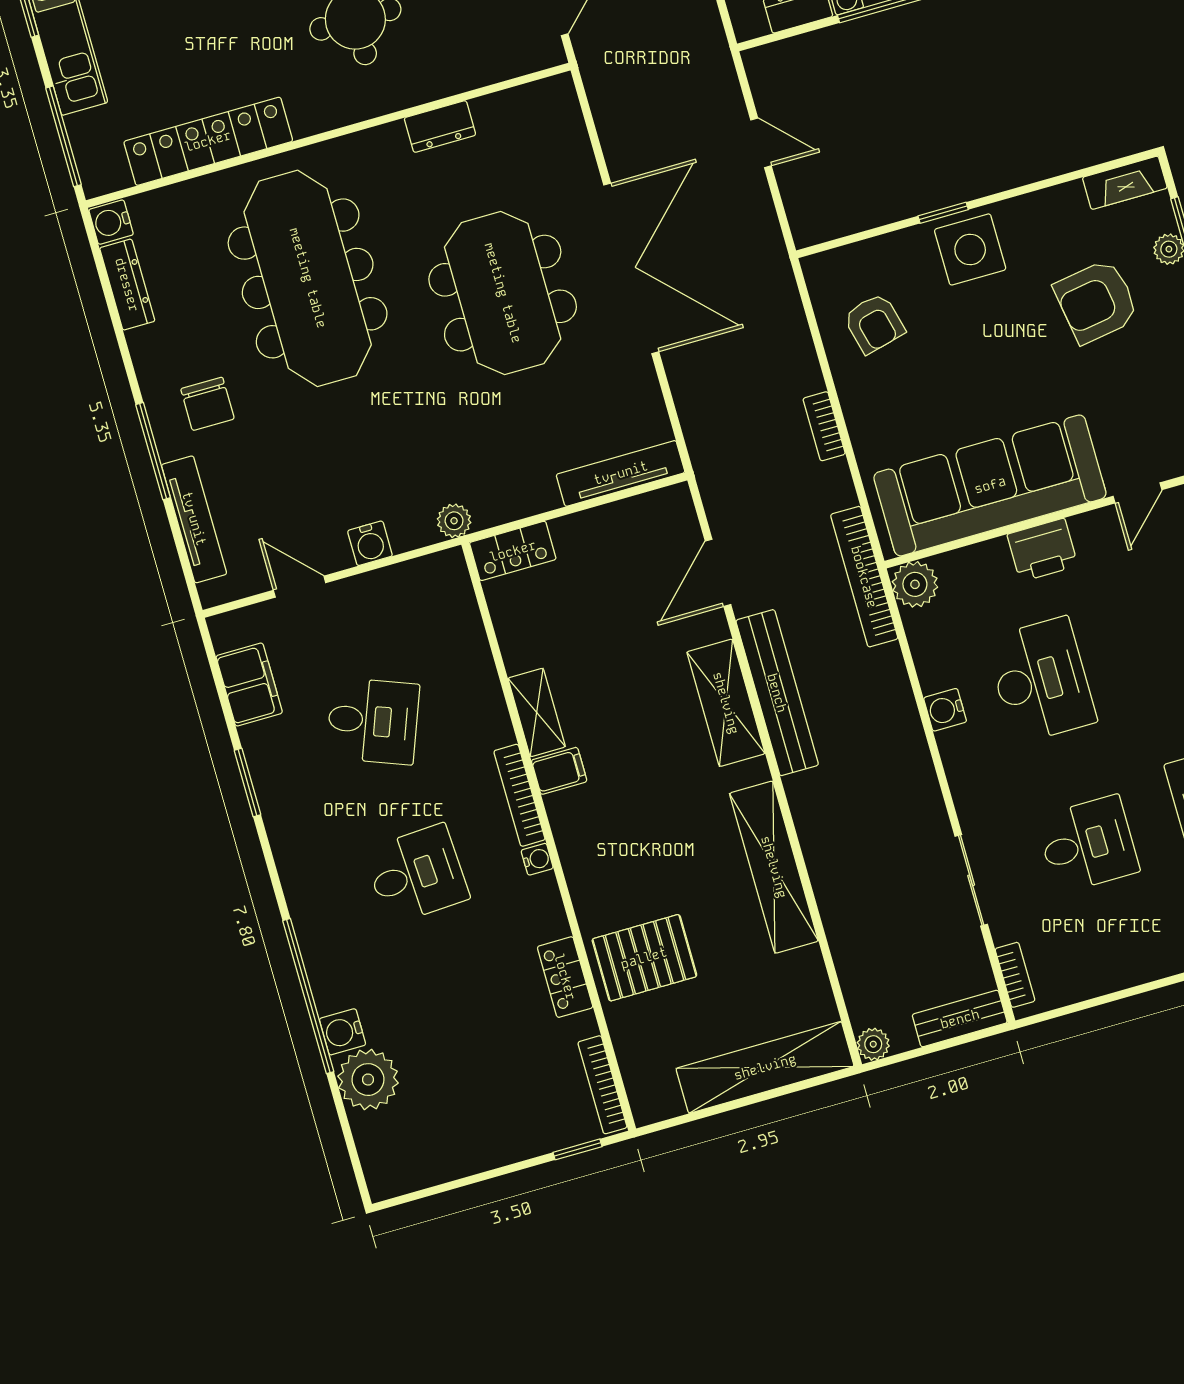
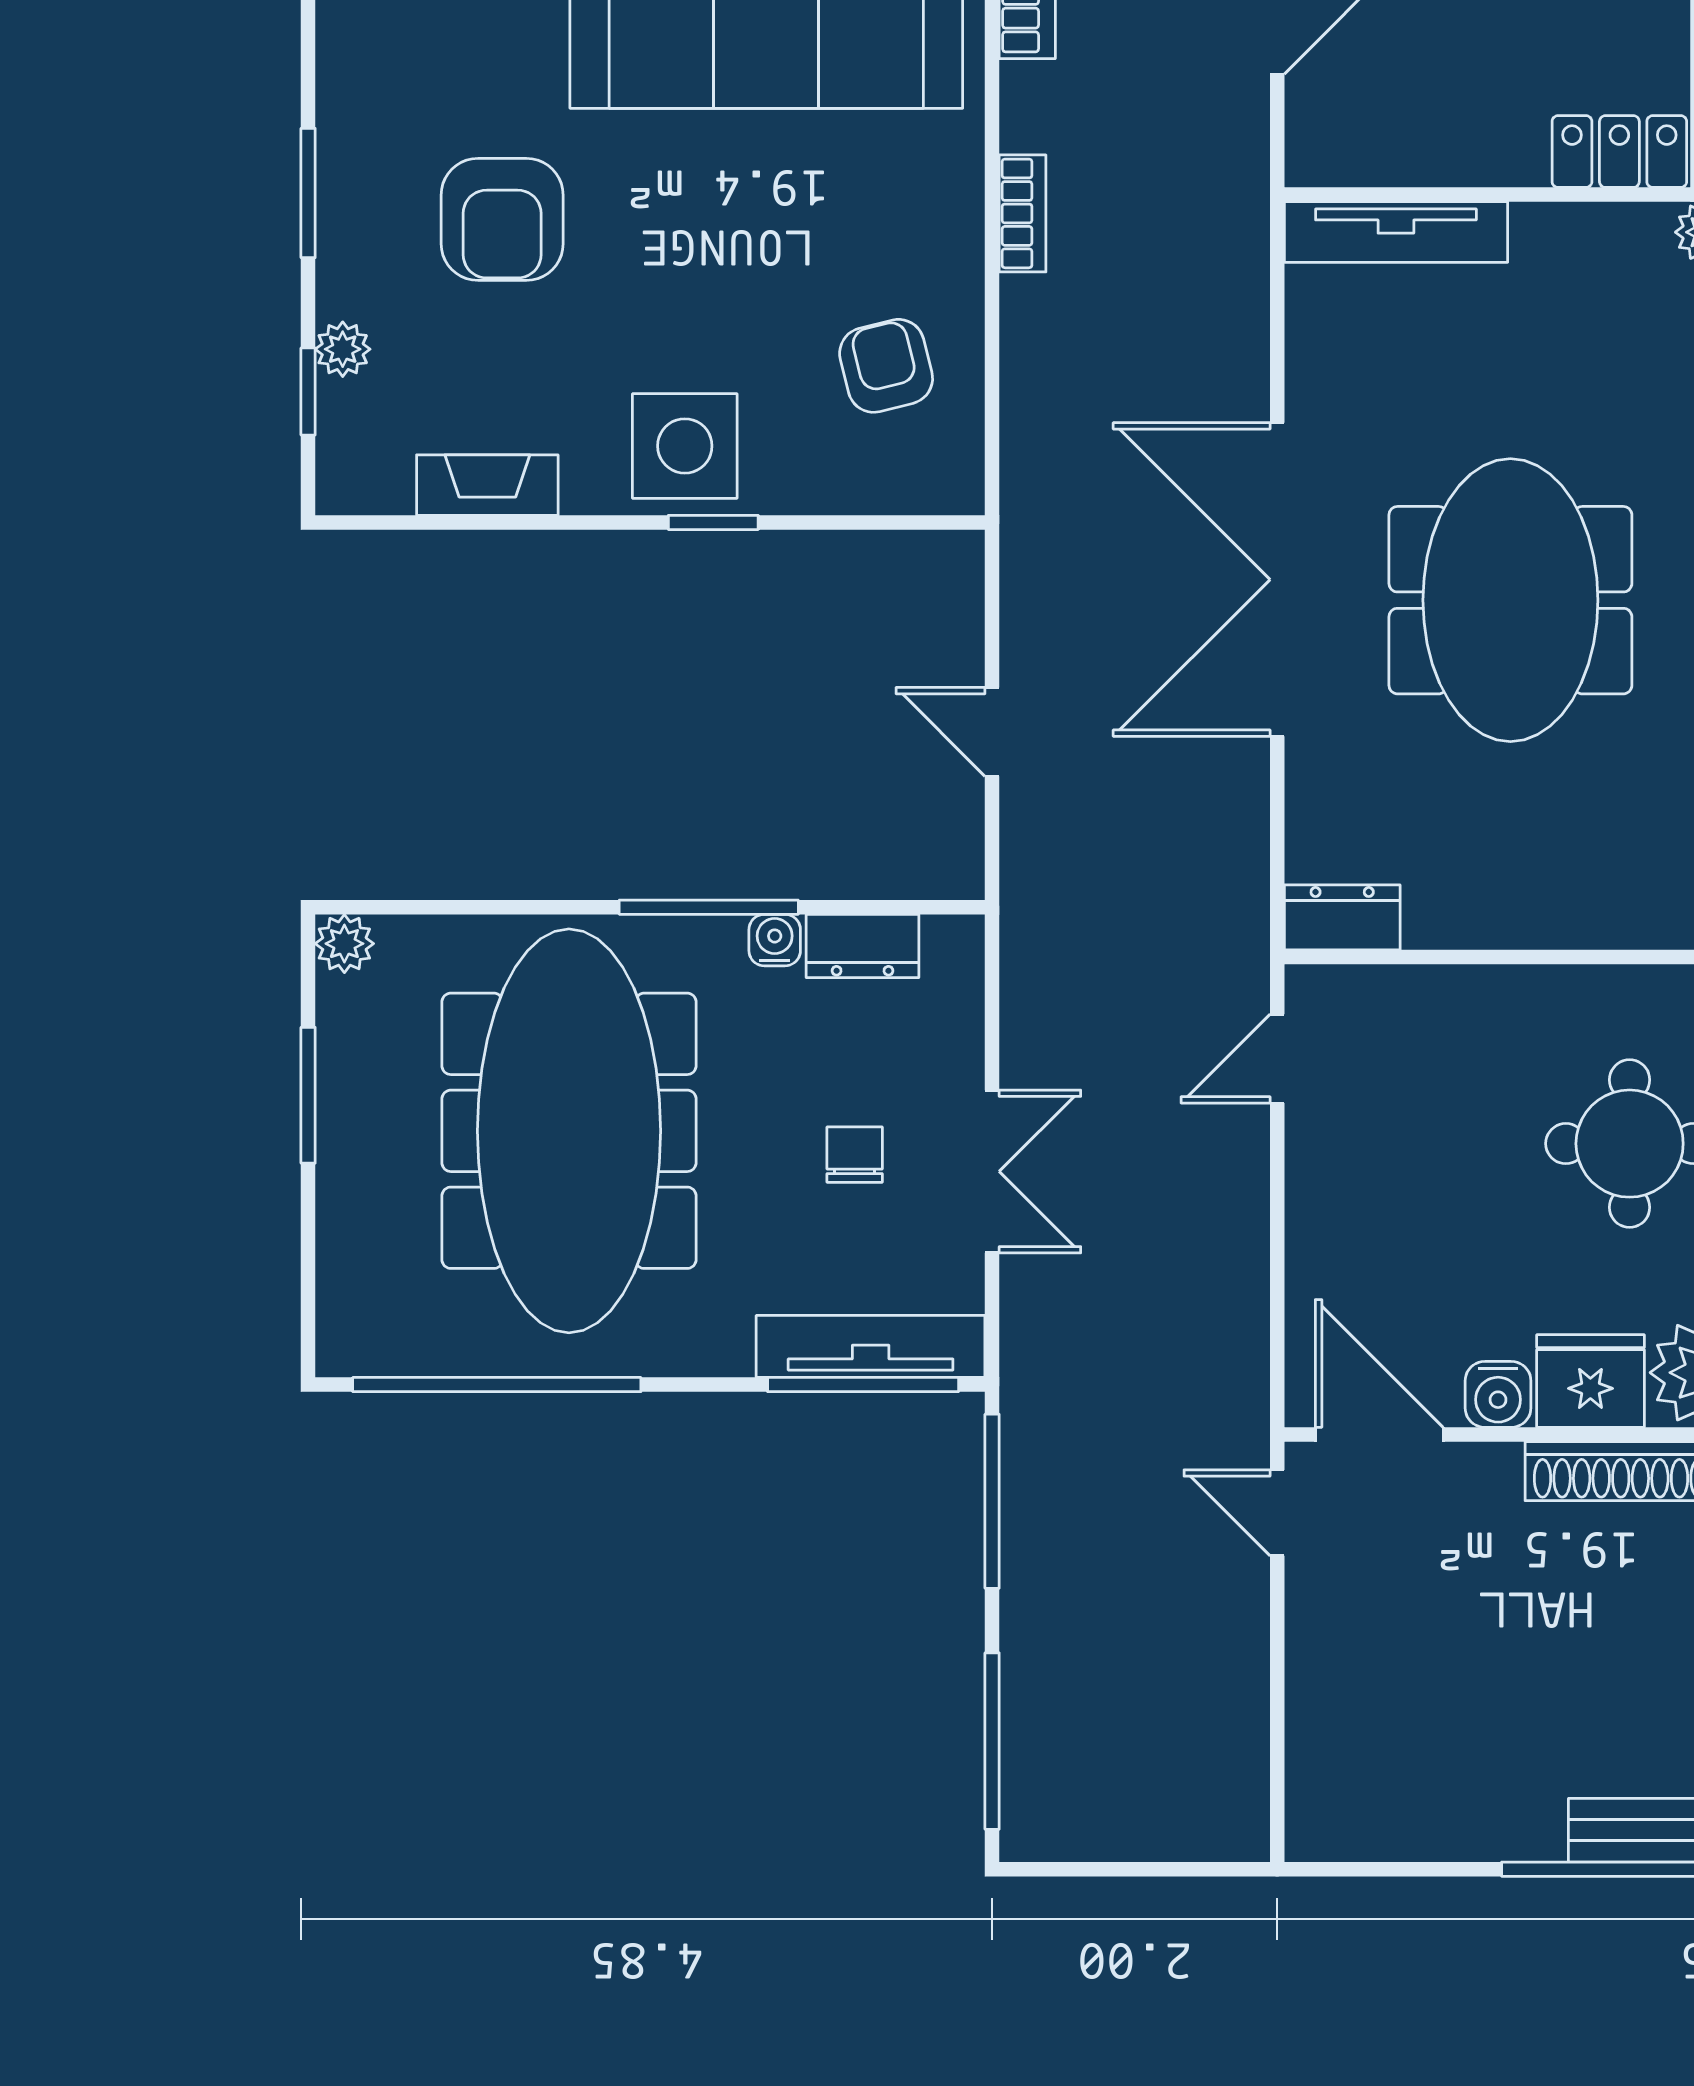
dresser: (440, 127) -> (1342, 917), moved
fireplace: (1125, 183) -> (487, 485), moved
armchair: (1096, 301) -> (502, 219), moved, turned 99

